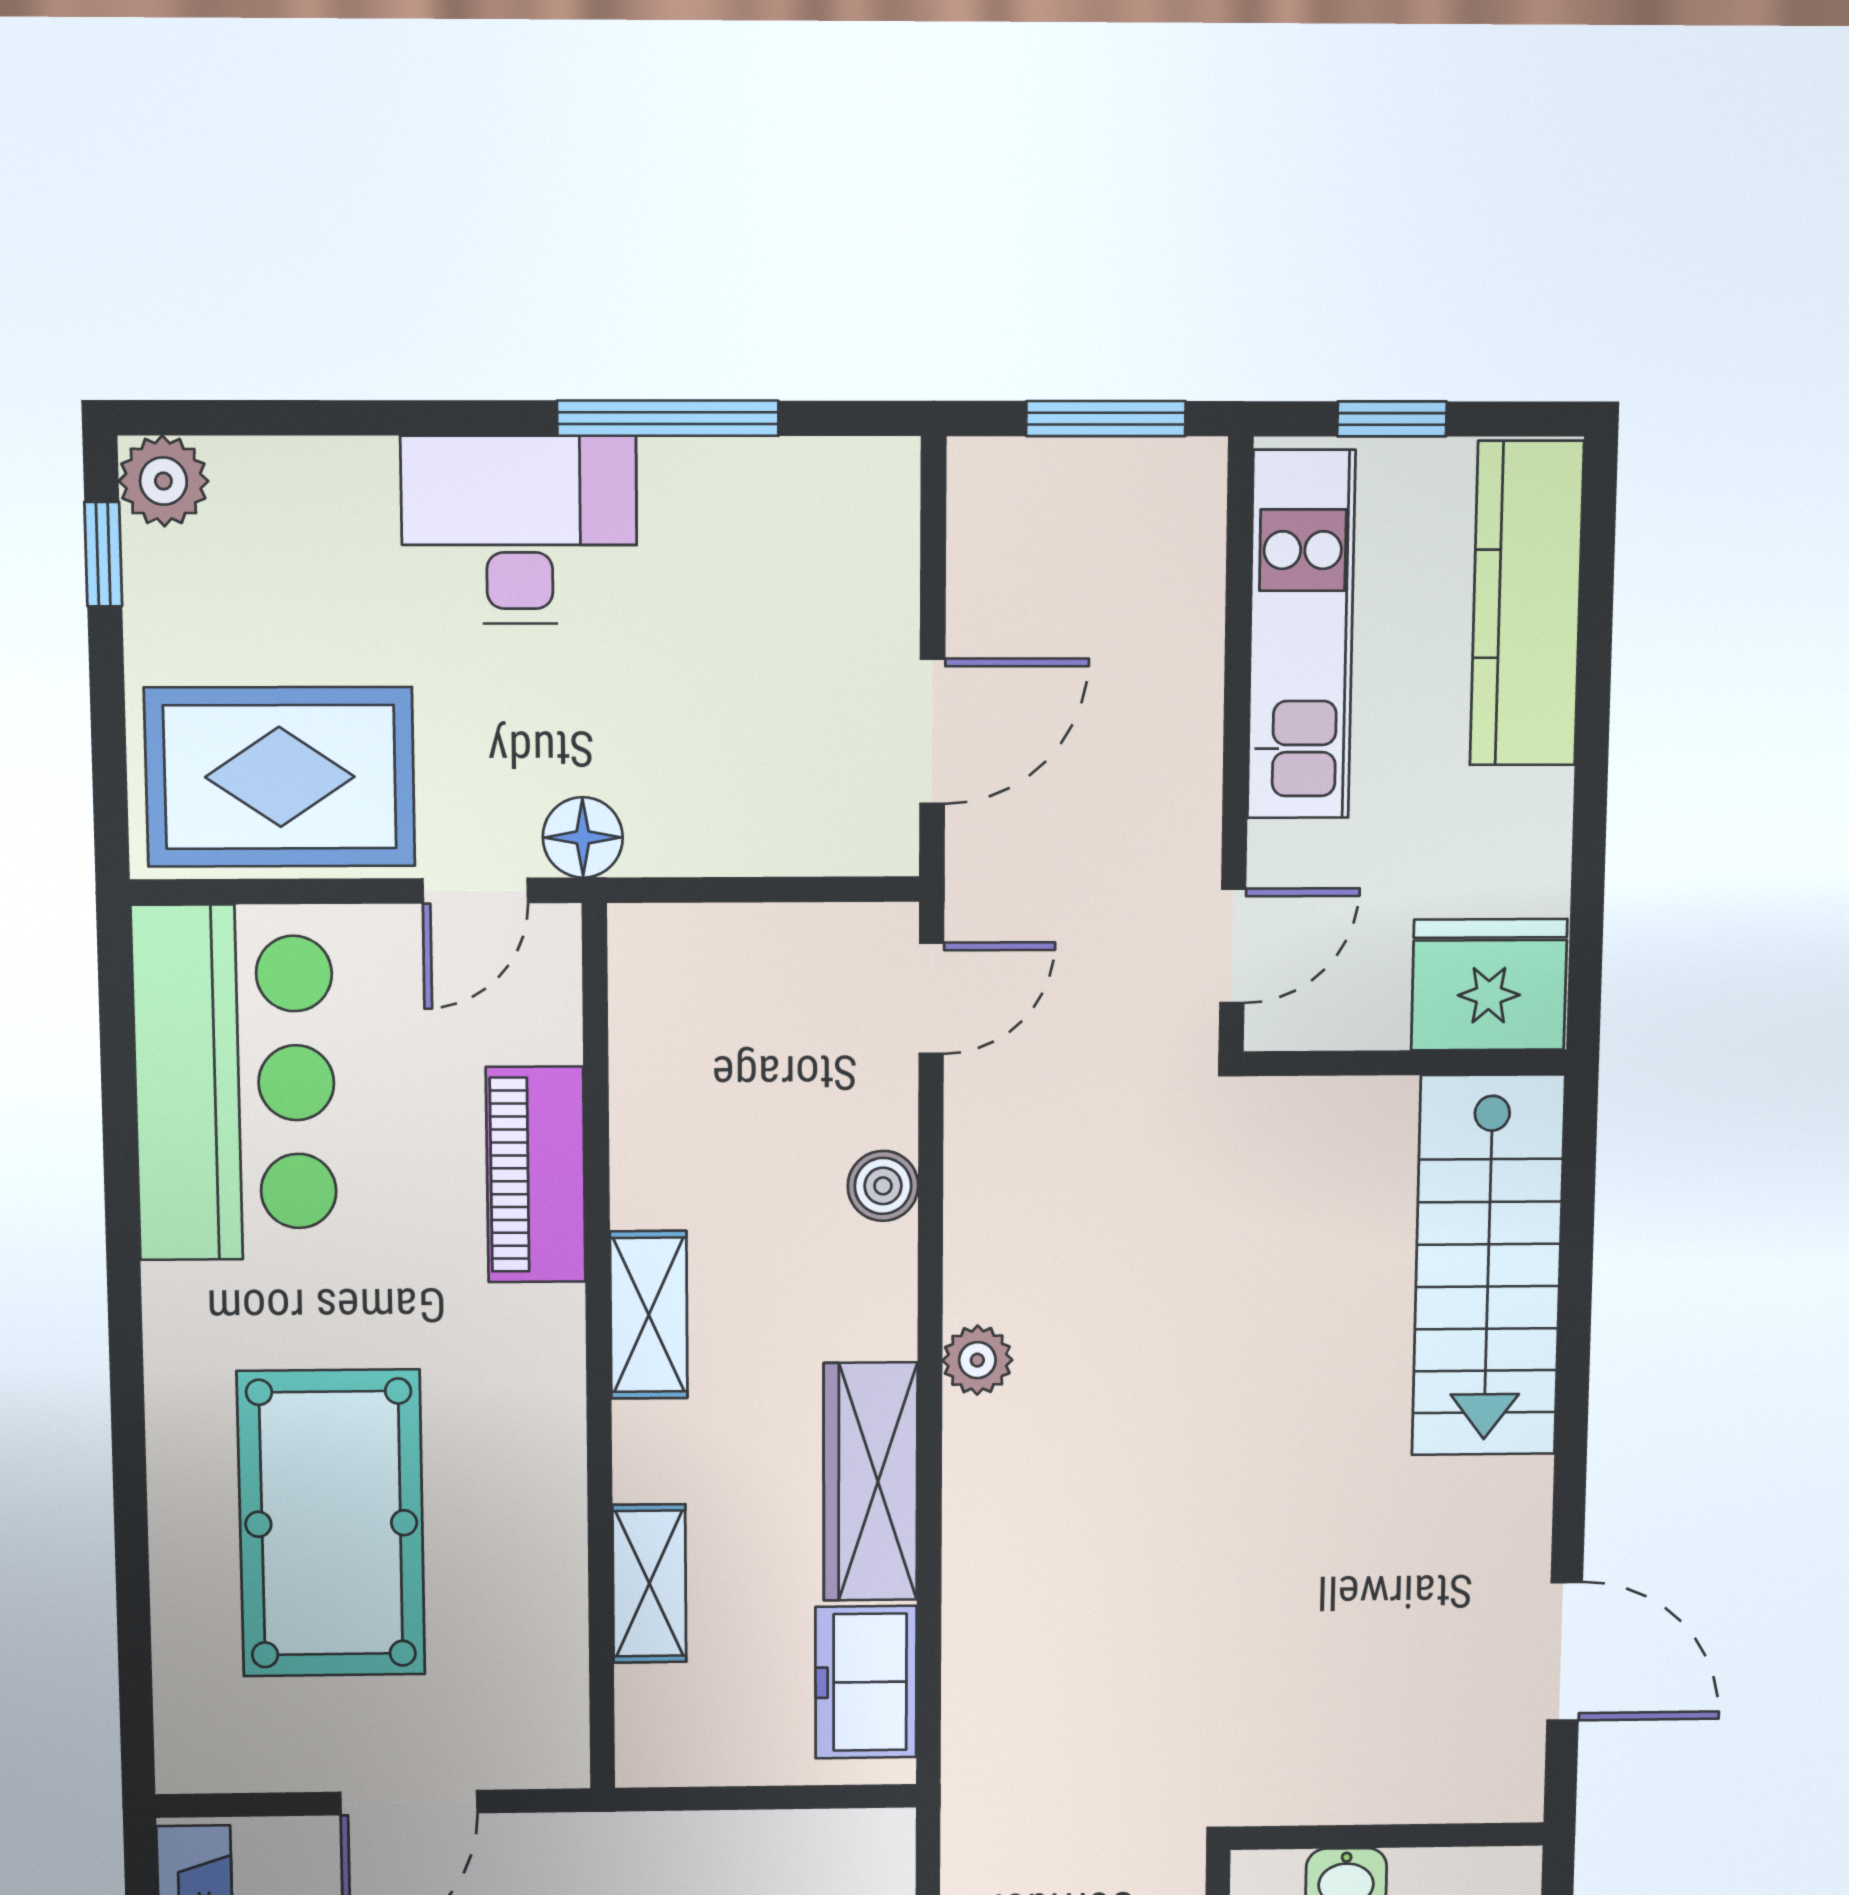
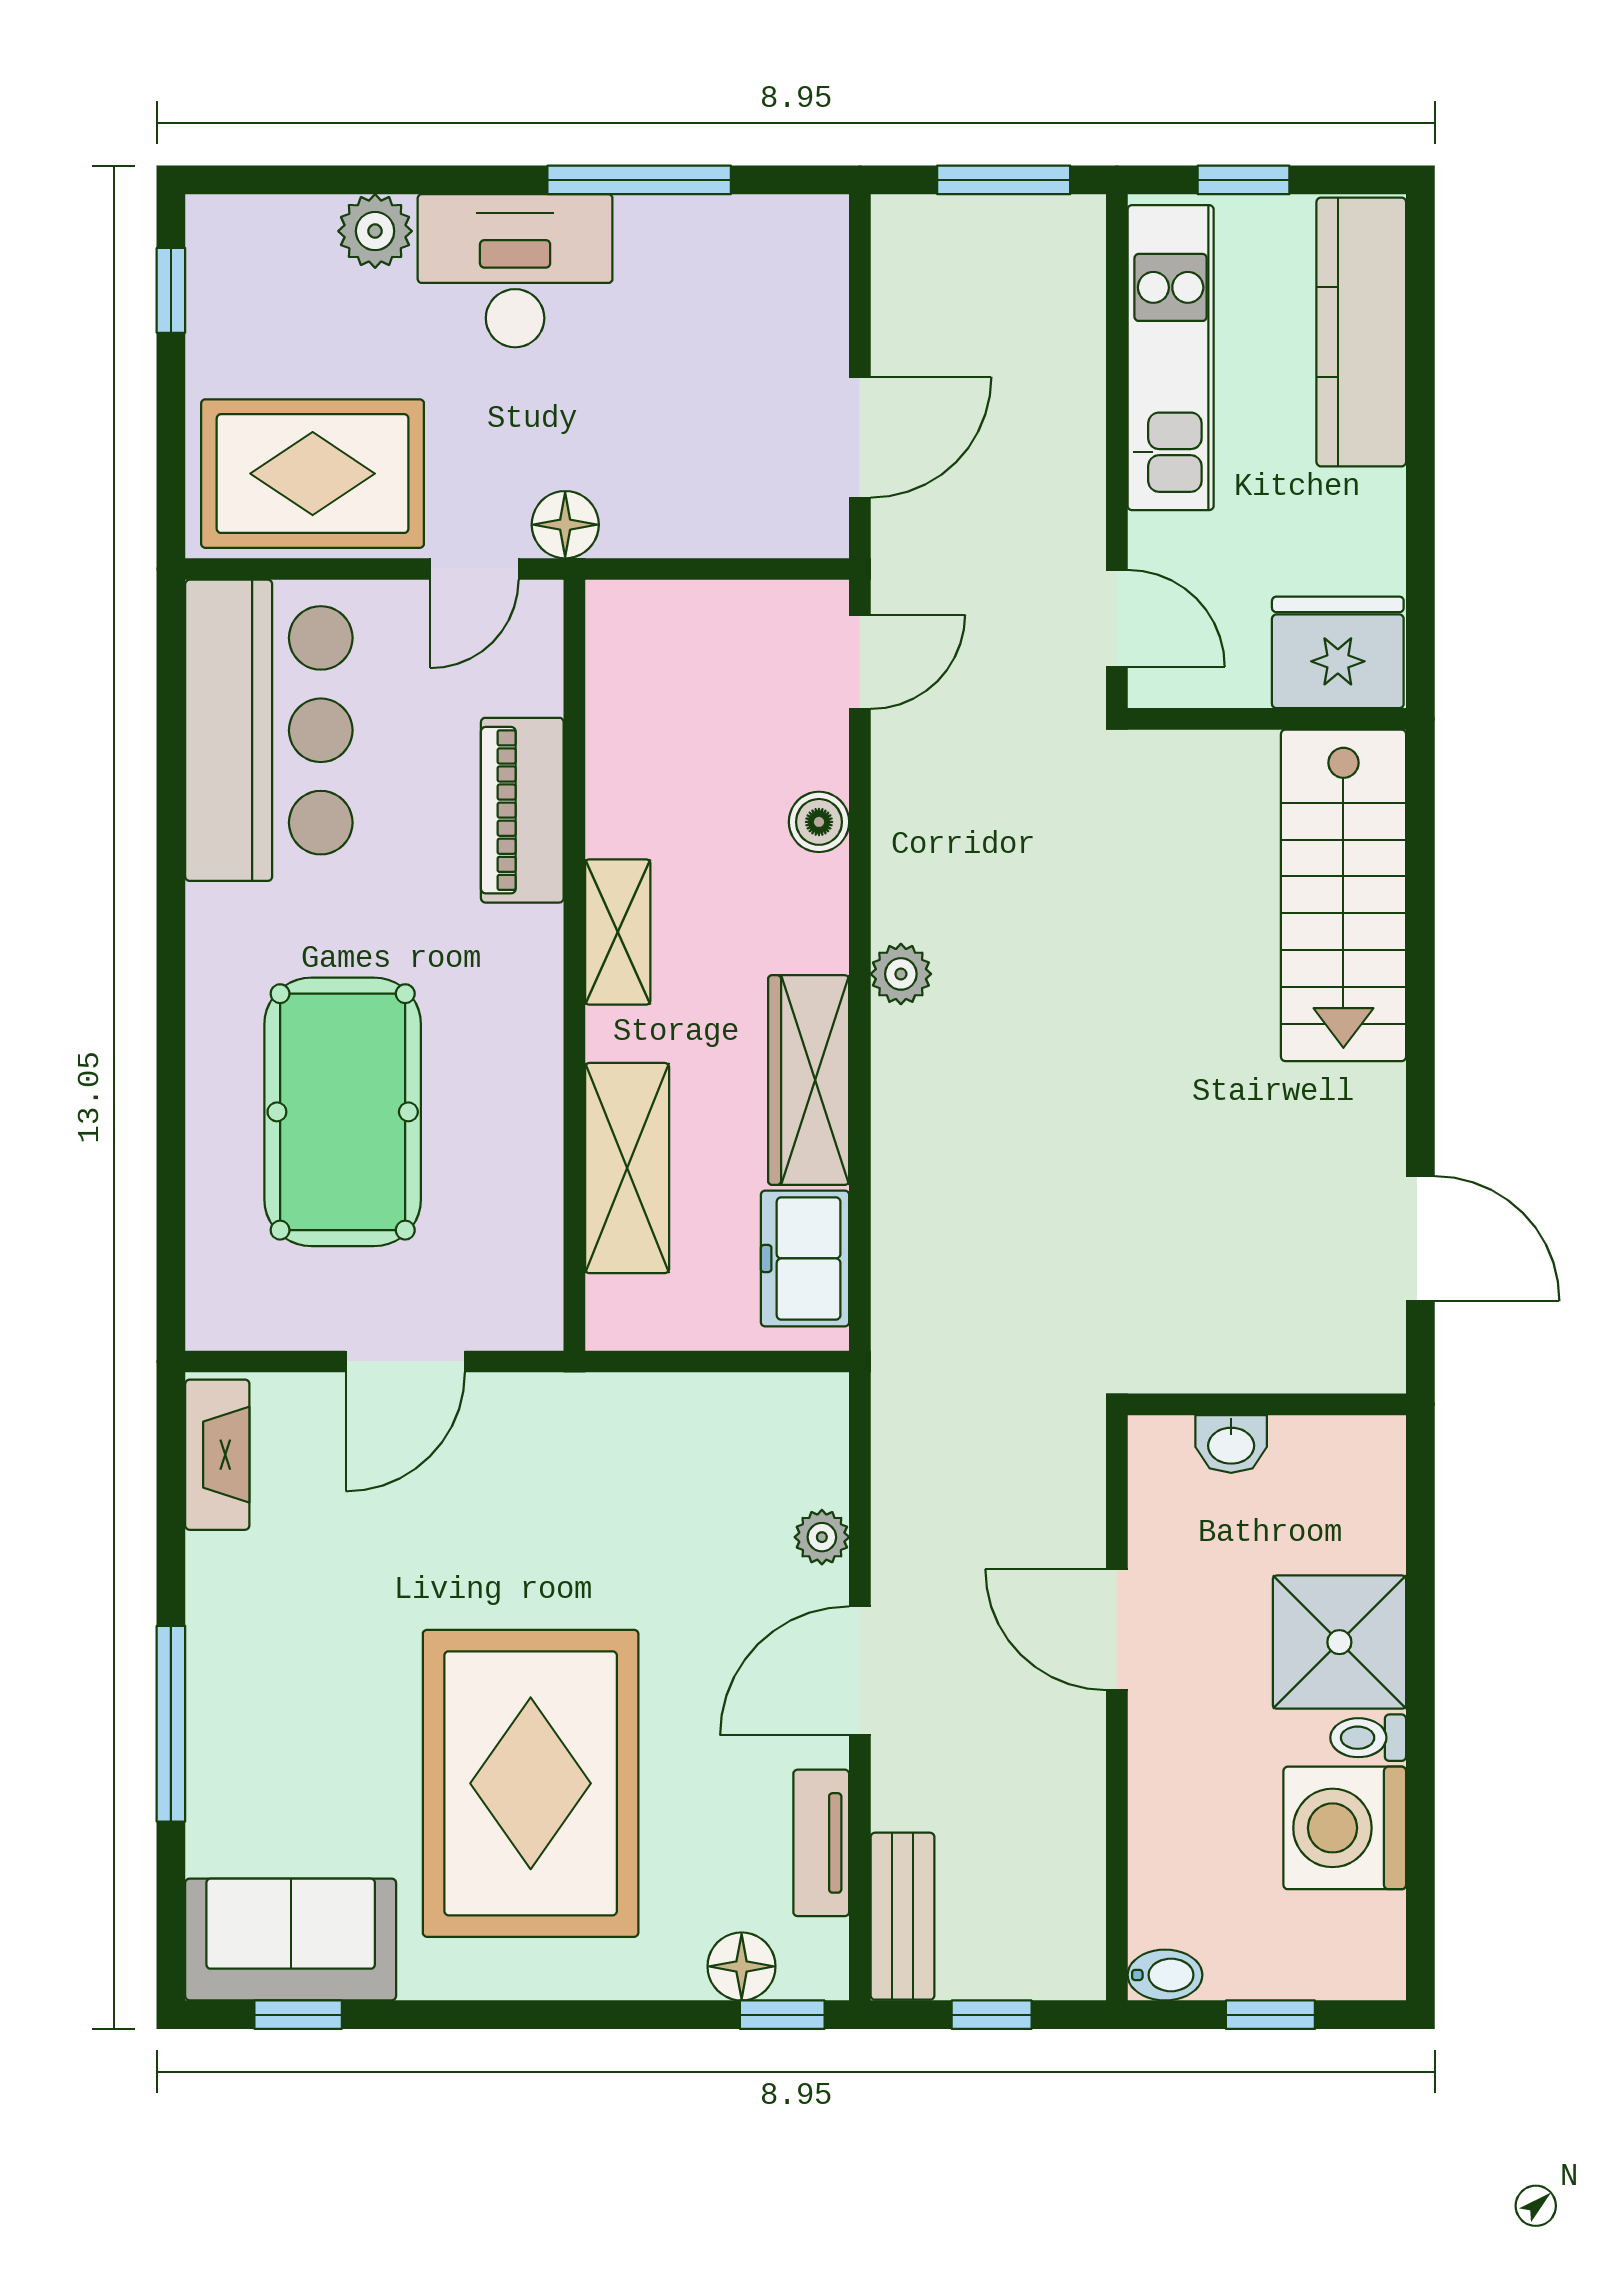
plant: (163, 481) -> (375, 231), moved
door: (1233, 946) -> (1117, 618), hinge flipped
shelving: (649, 1583) -> (627, 1168), width x1.50, depth x1.33

